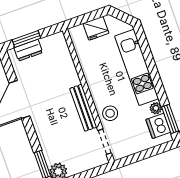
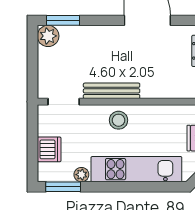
stool: (110, 113) -> (118, 120), moved
dishwasher: (158, 126) -> (49, 149), moved, turned 90

